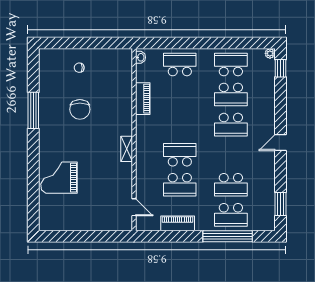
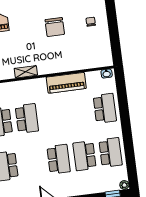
piano: (143, 99) -> (66, 83), width x1.37, depth x1.33
chair: (80, 109) -> (55, 27), turned -90
school desk: (231, 125) -> (59, 159), turned 180

